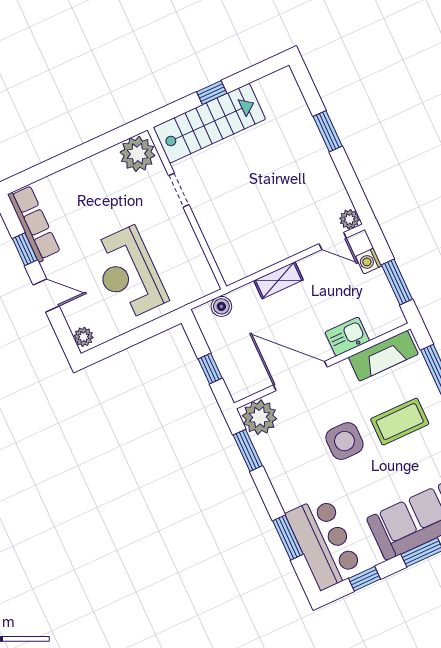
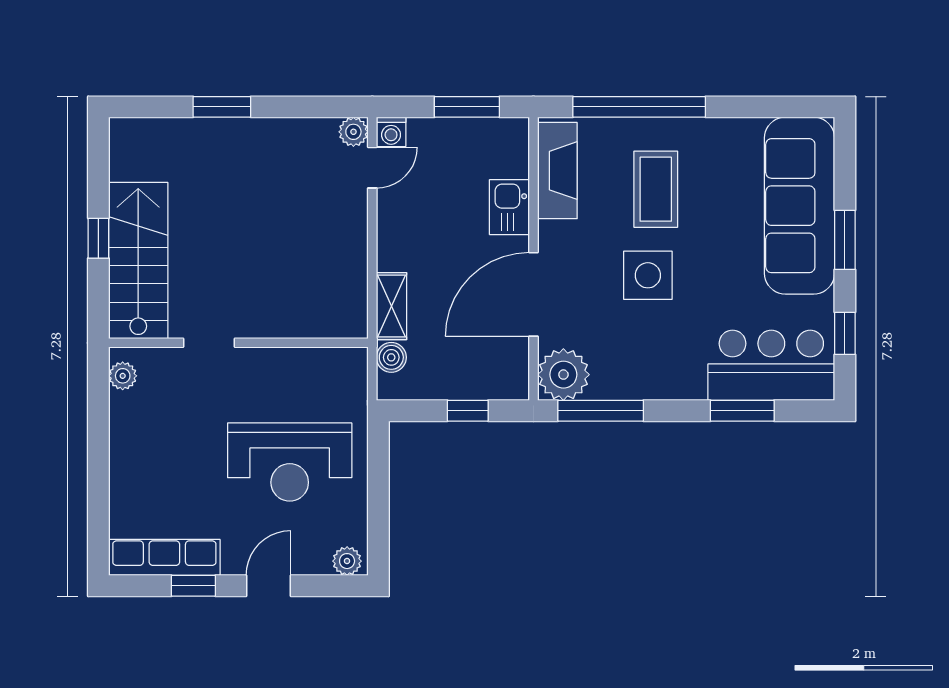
plant: (137, 154) -> (123, 376), width x0.53, depth x0.53
washing machine: (369, 261) -> (391, 132), moved
shelving: (278, 280) -> (391, 306), moved
window: (248, 450) -> (601, 411), width x1.44

